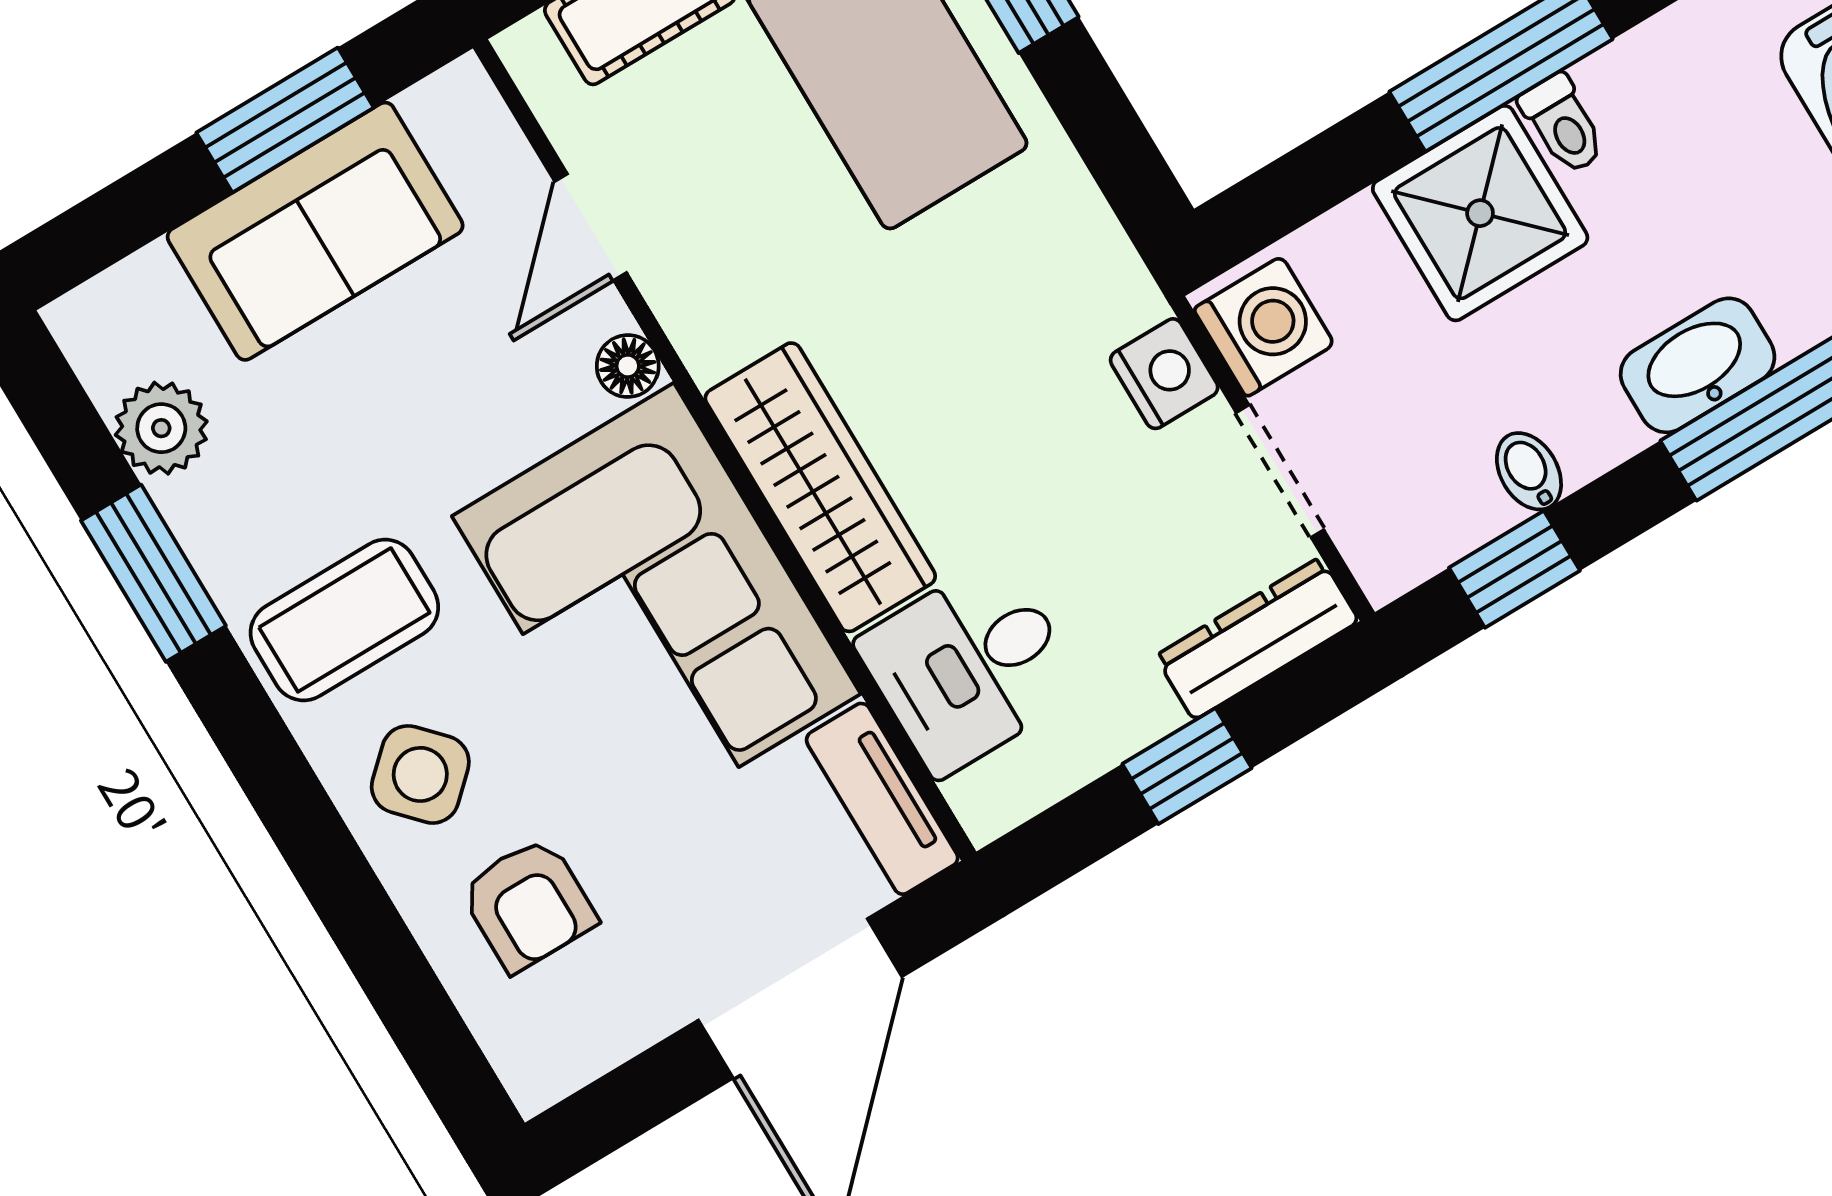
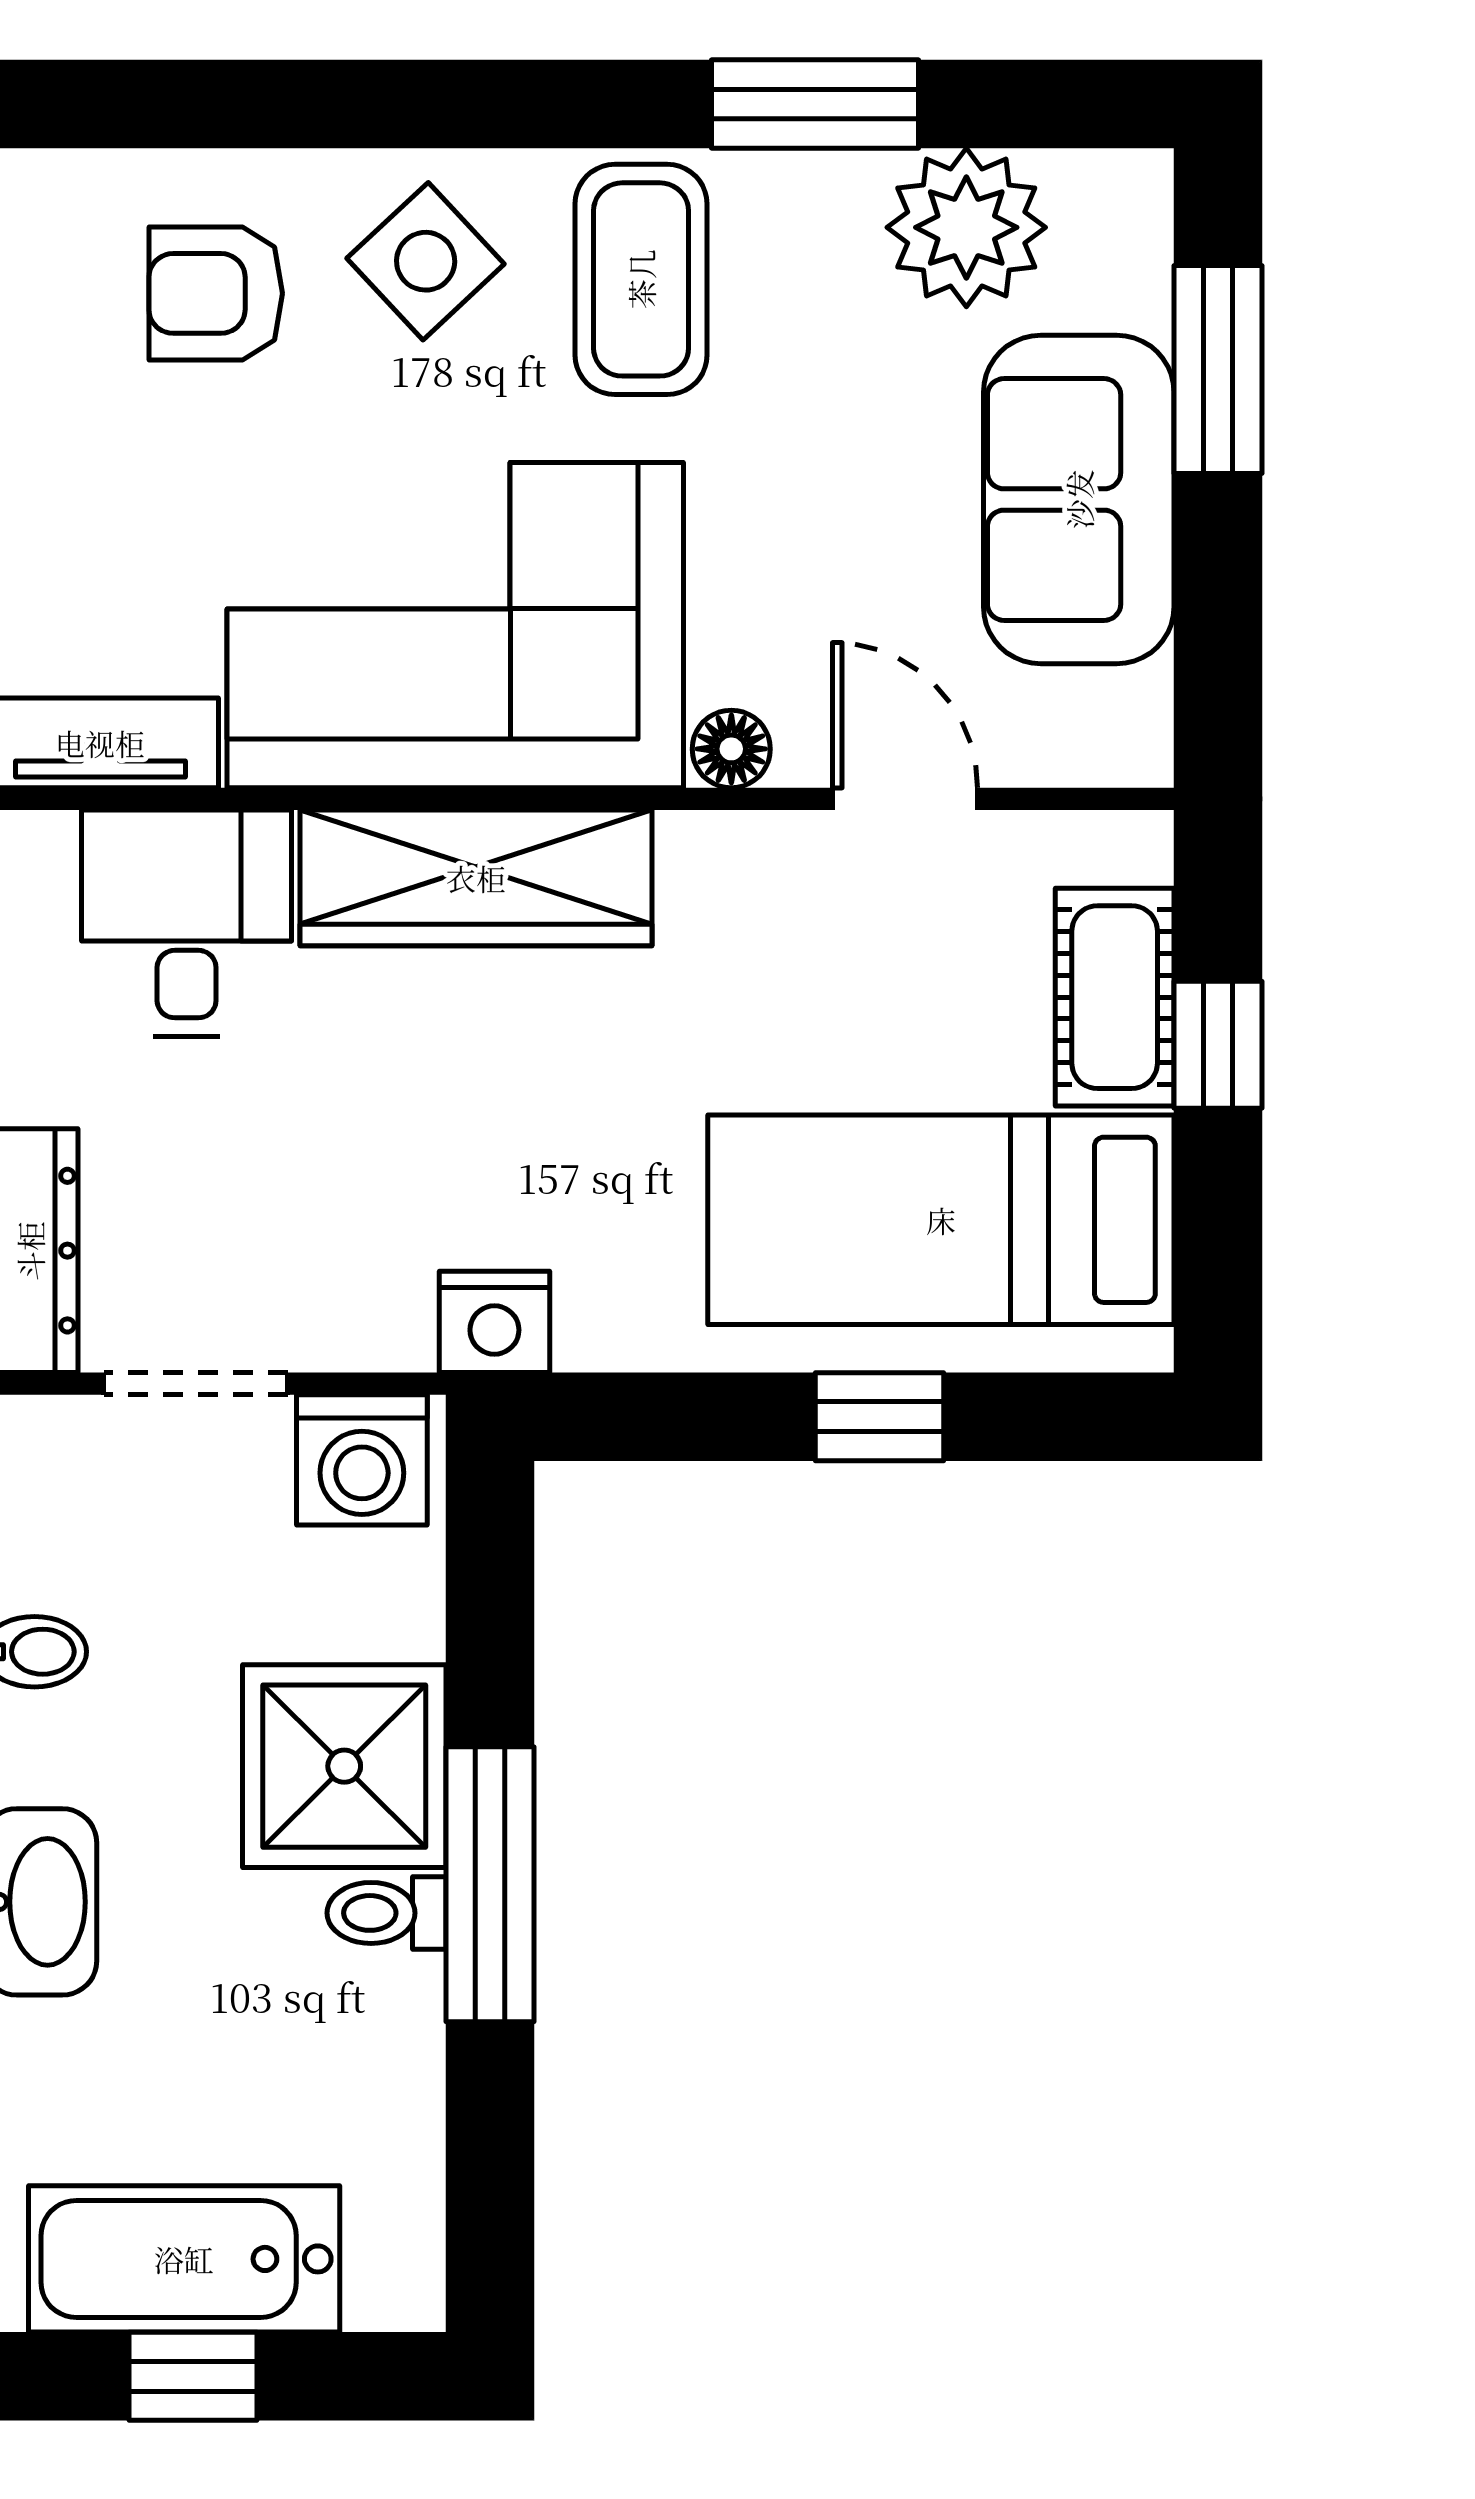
window: (285, 120) -> (1218, 370), moved
nightstand: (1164, 374) -> (494, 1322), moved
plant: (161, 428) -> (966, 227), width x1.36, depth x1.36

